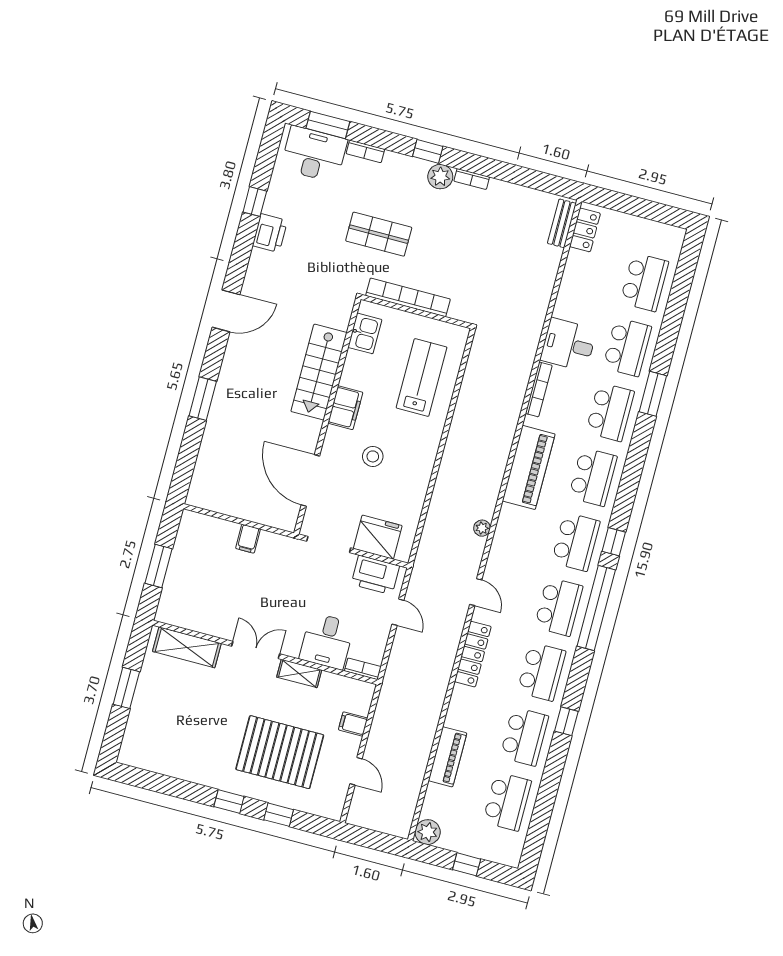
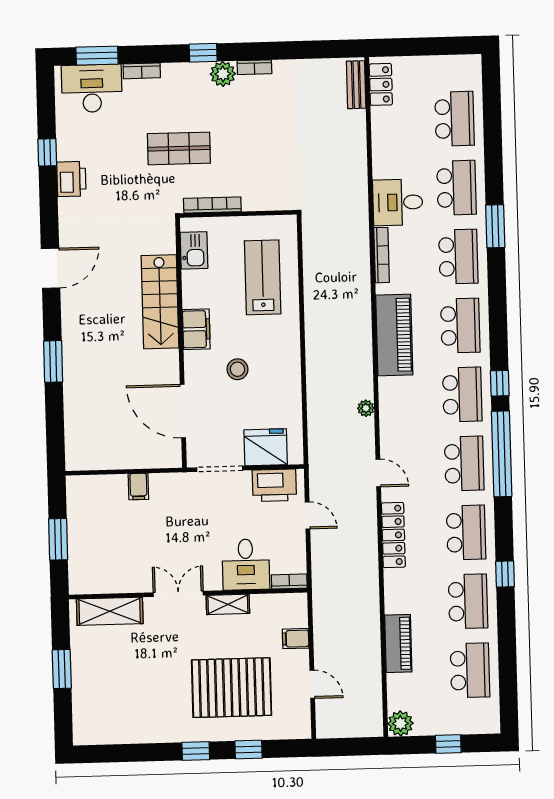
bookcase: (408, 297) -> (212, 205), width x0.68, depth x0.76

